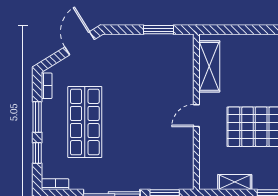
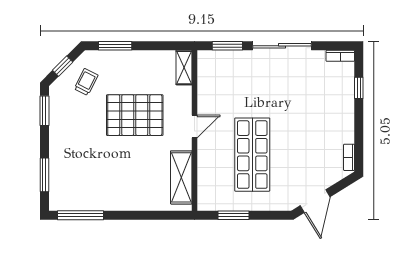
window: (37, 117) -> (359, 125), removed
shop shelf: (85, 122) -> (252, 155), moved
shelving: (235, 182) -> (184, 68), moved, turned 90

